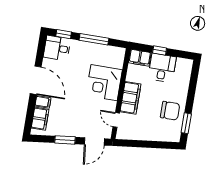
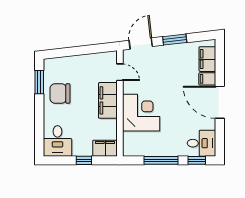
desk: (162, 68) -> (57, 141), moved

